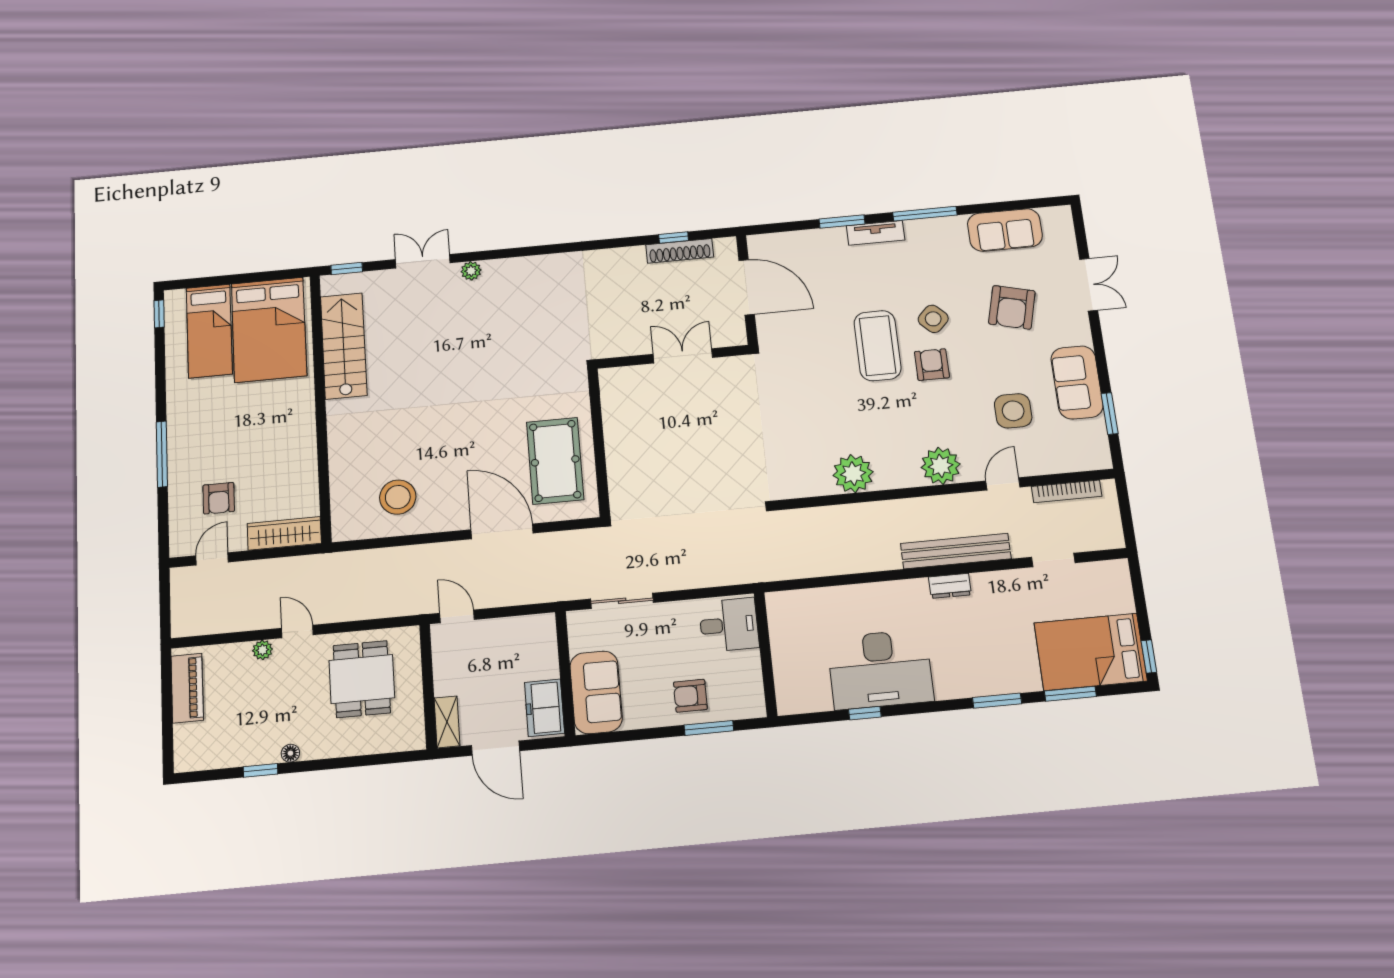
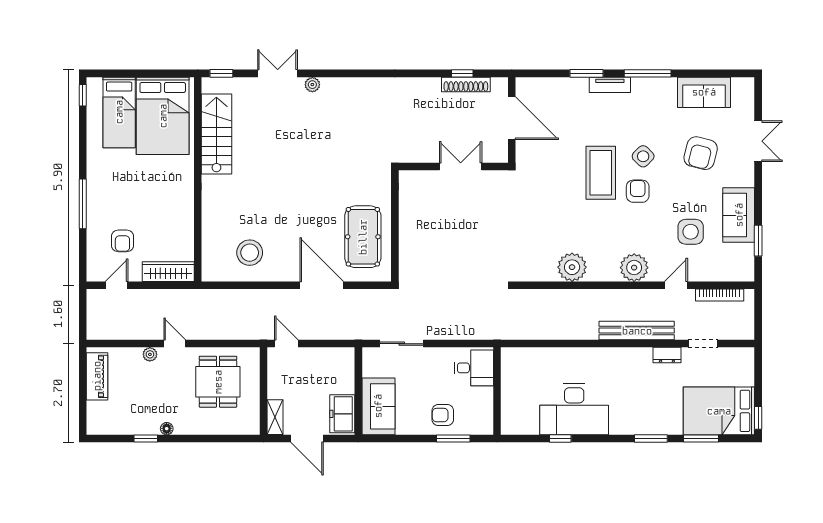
dresser: (950, 586) -> (667, 355), moved

